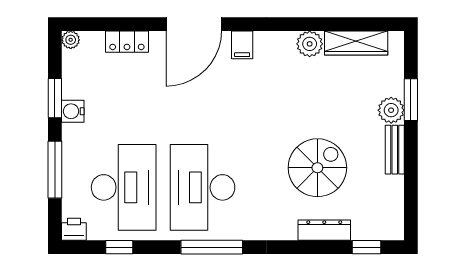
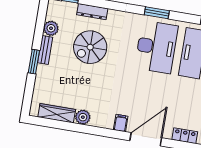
window: (411, 100) -> (34, 62), moved
plant: (391, 110) -> (51, 28), moved
window: (212, 247) -> (157, 13), width x0.69

